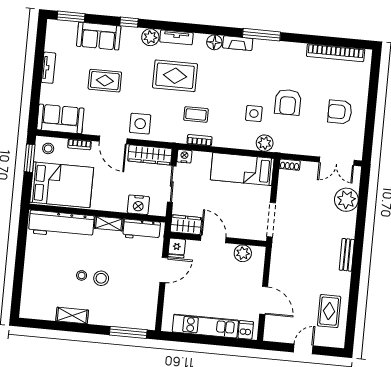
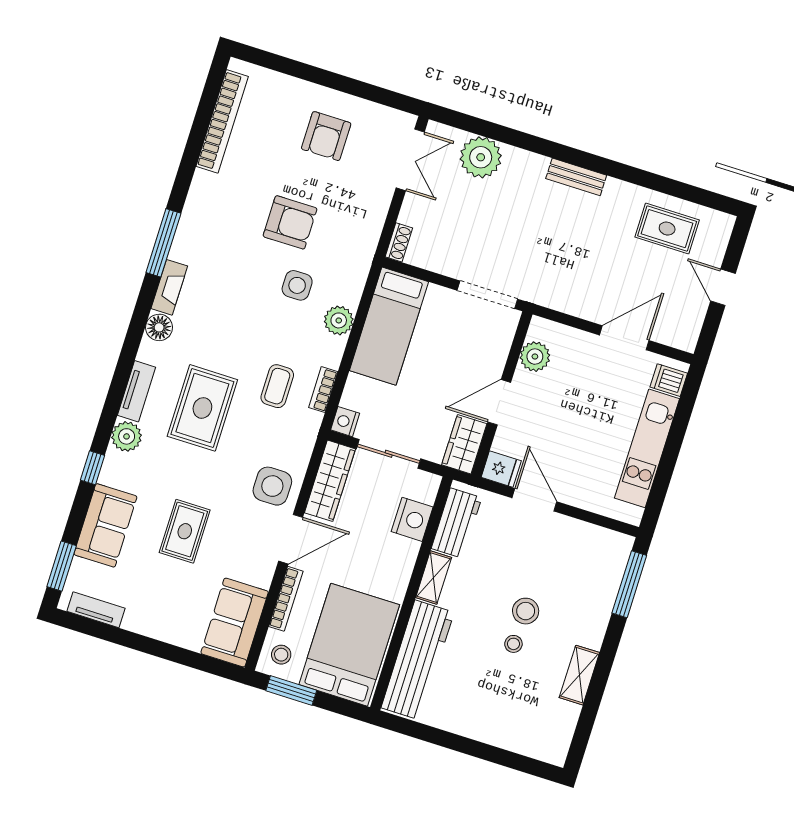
tv unit: (48, 68) -> (96, 610), moved
plant: (265, 143) -> (339, 320), moved
bookcase: (79, 144) -> (286, 599), width x1.56

